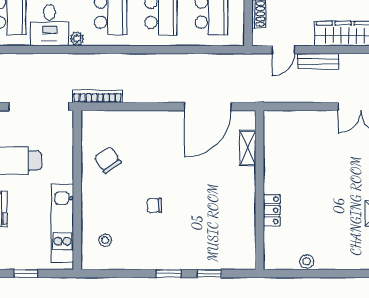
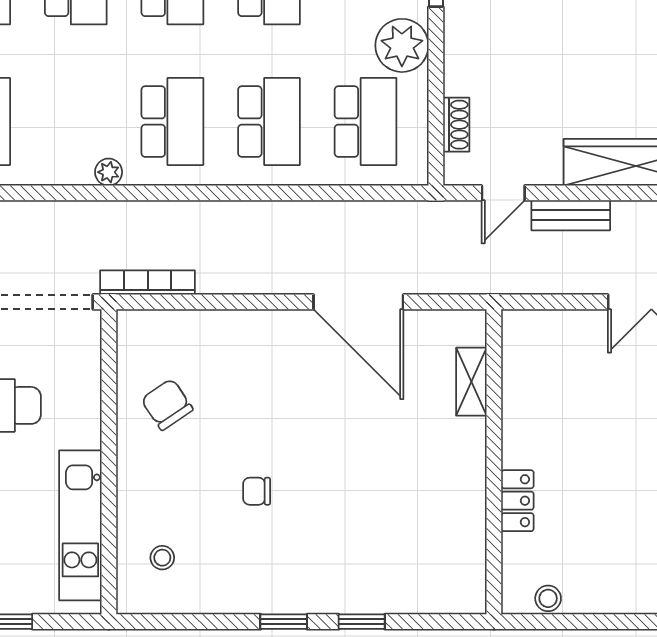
desk: (49, 25) -> (56, 146), removed
door: (208, 106) -> (358, 302), hinge flipped
shelving: (248, 148) -> (471, 382), moved
wall: (259, 190) -> (494, 462), moved
locker: (272, 210) -> (517, 501), moved

